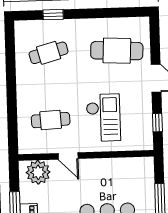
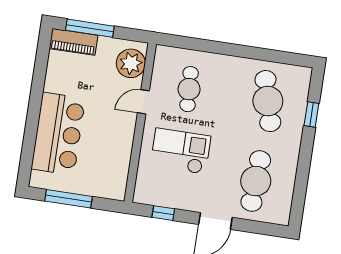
cafe table: (49, 53) -> (268, 101), width x1.37, depth x1.35
checkout: (103, 118) -> (181, 151), turned 180

